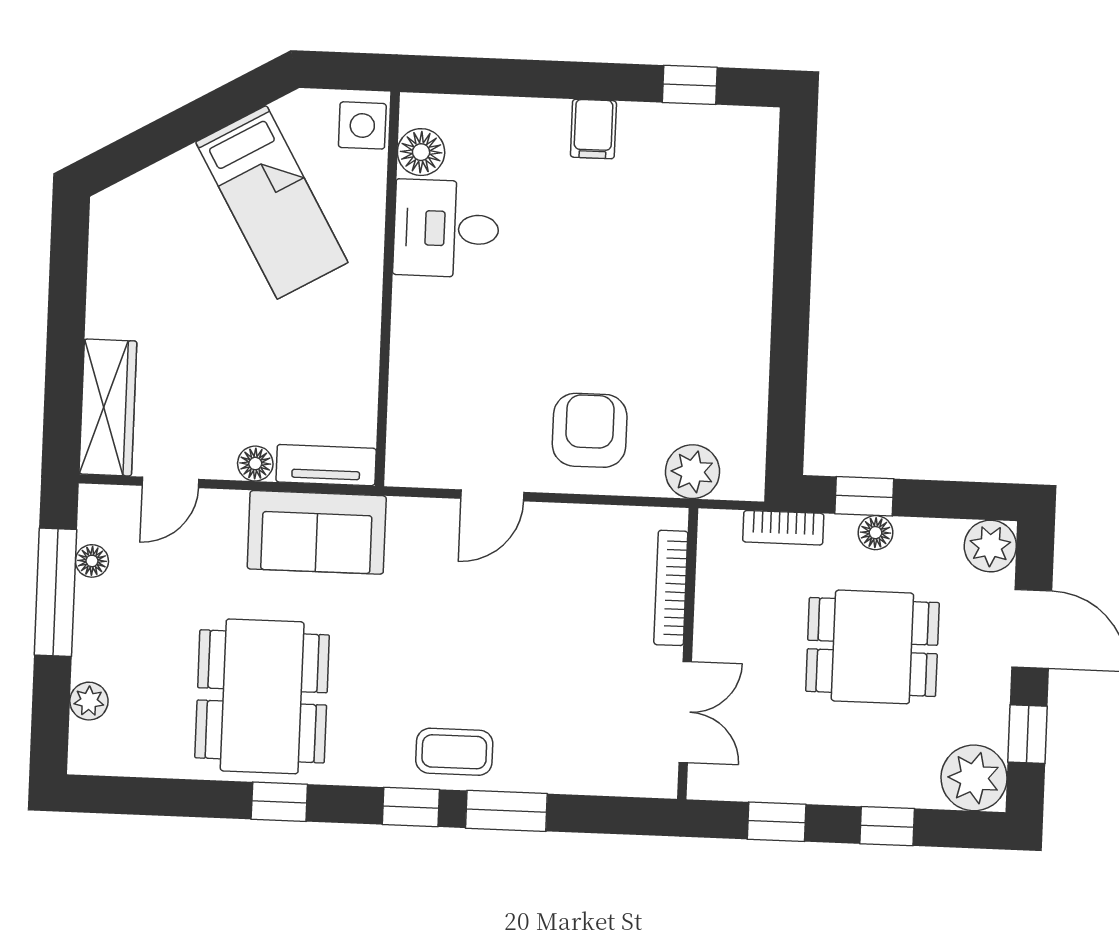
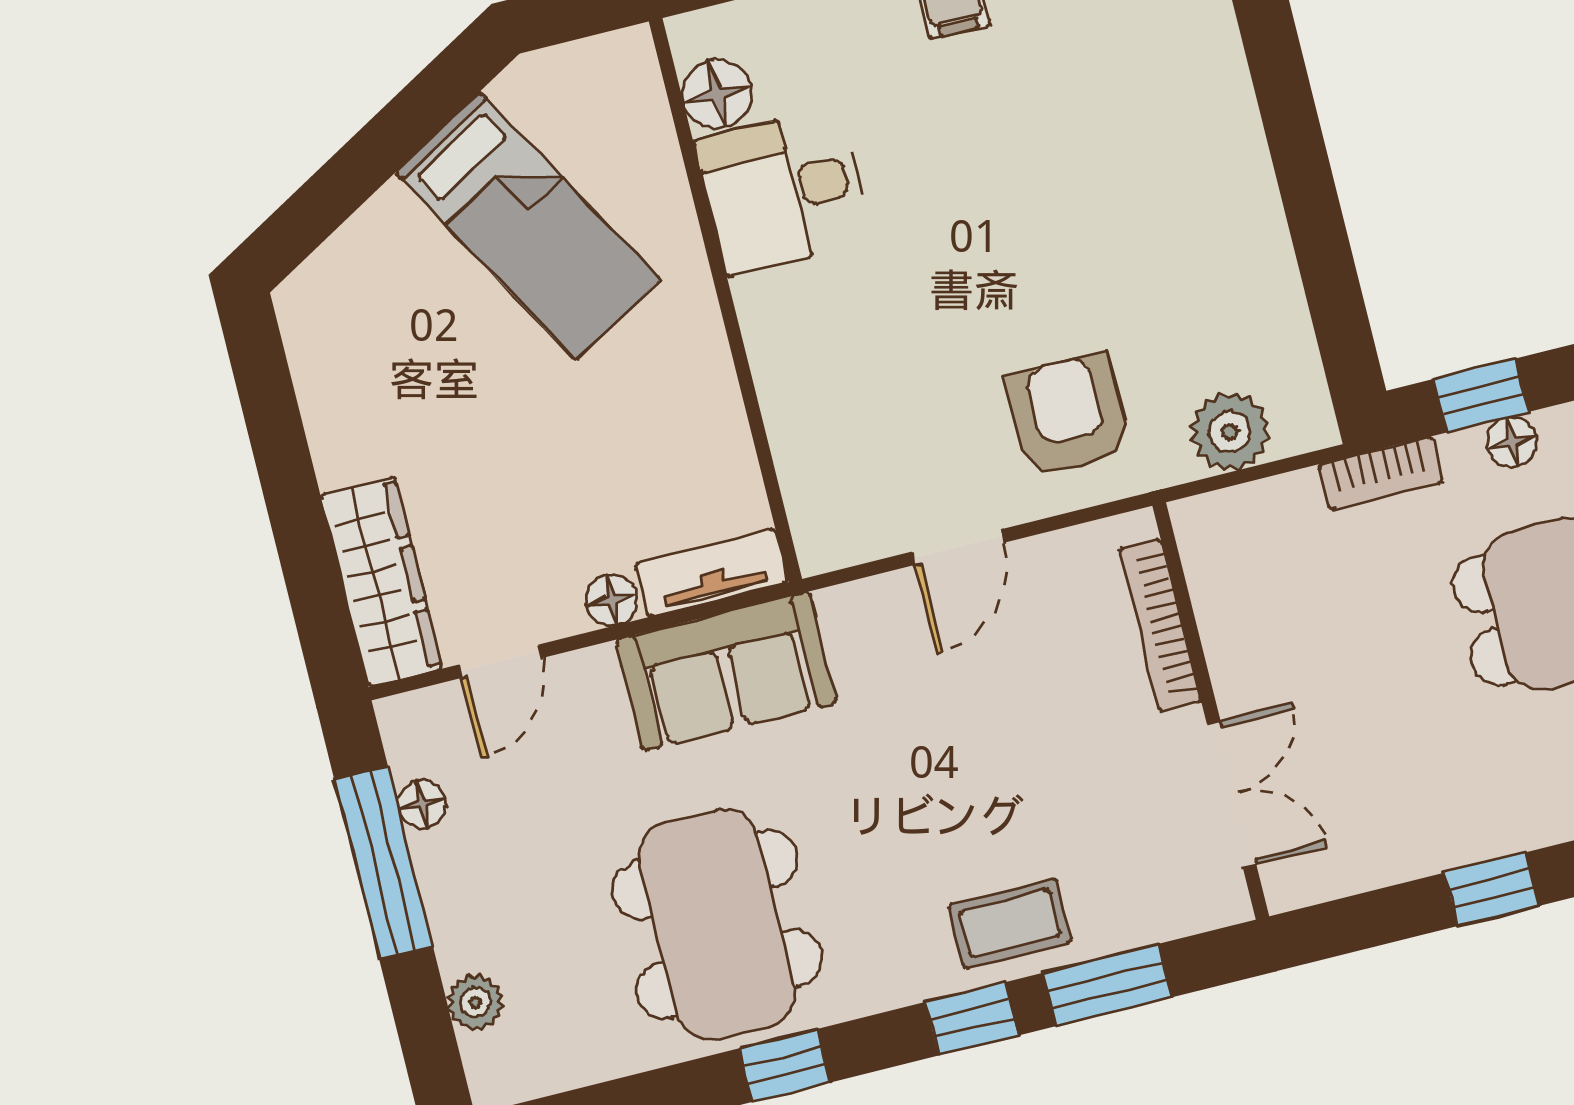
side table: (362, 125) -> (623, 81), removed
bookcase: (671, 588) -> (1160, 626), moved
wall: (688, 654) -> (1211, 711), moved
double door: (685, 712) -> (1232, 794), moved

